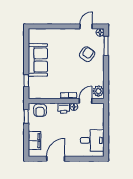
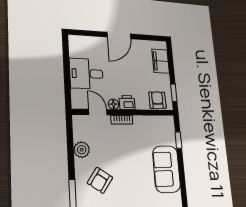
plant: (98, 91) -> (82, 150), moved
door: (86, 101) -> (98, 112), swing flipped
desk: (92, 140) -> (86, 74), moved
door: (56, 159) -> (119, 36), moved

